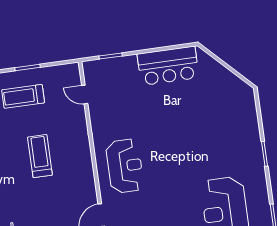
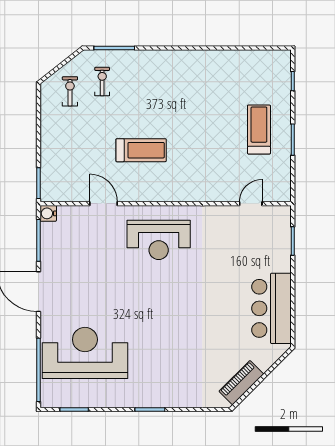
piano: (232, 82) -> (241, 383), added
treadmill: (40, 156) -> (141, 150), moved

